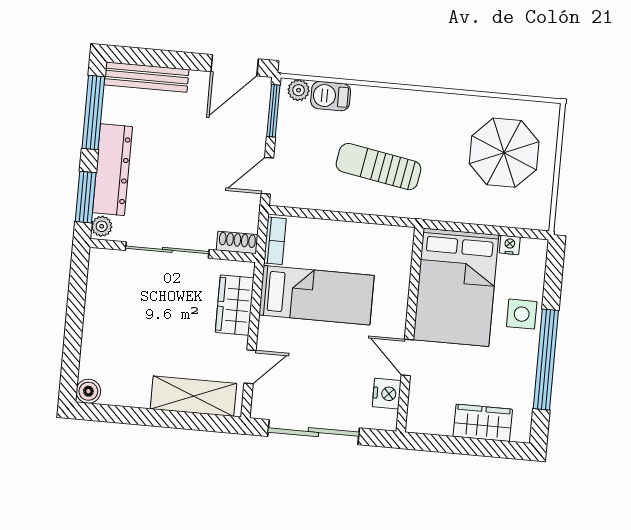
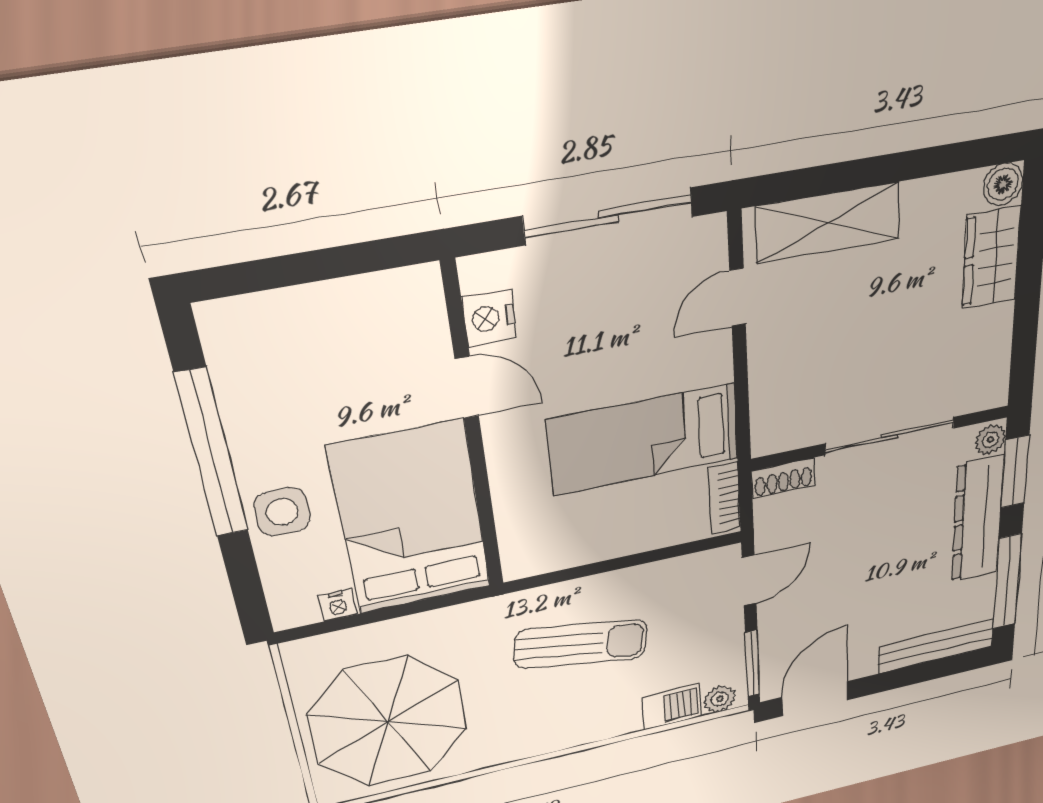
parasol: (504, 153) -> (388, 722), width x1.36, depth x1.36
wardrobe: (235, 305) -> (991, 258), moved, turned 180
wardrobe: (483, 423) -> (296, 316), removed

